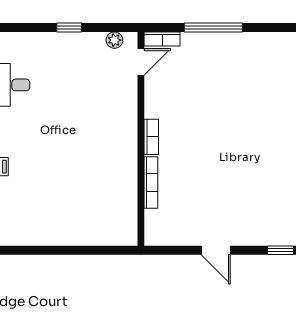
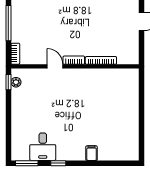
window: (69, 27) -> (8, 82), moved
door: (141, 62) -> (55, 66), moved

